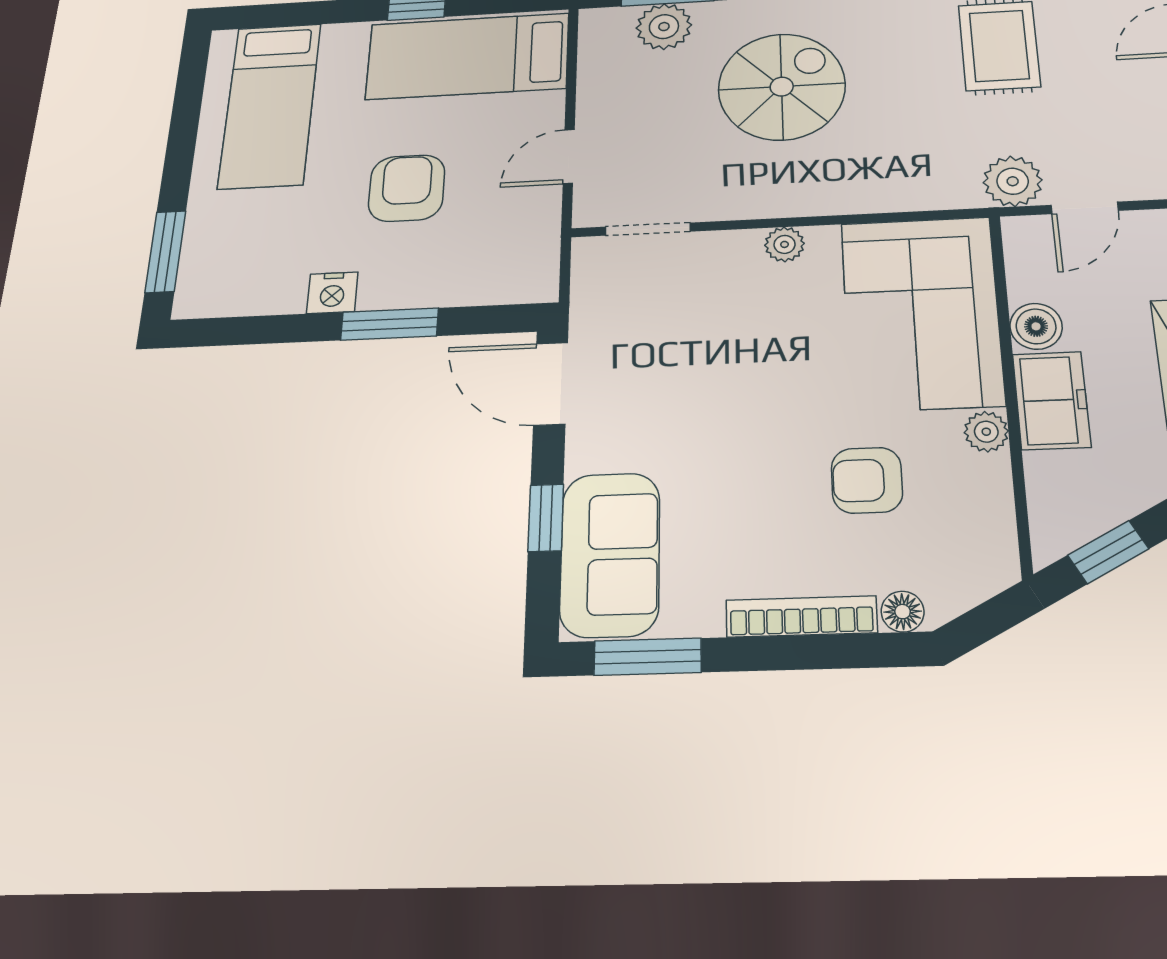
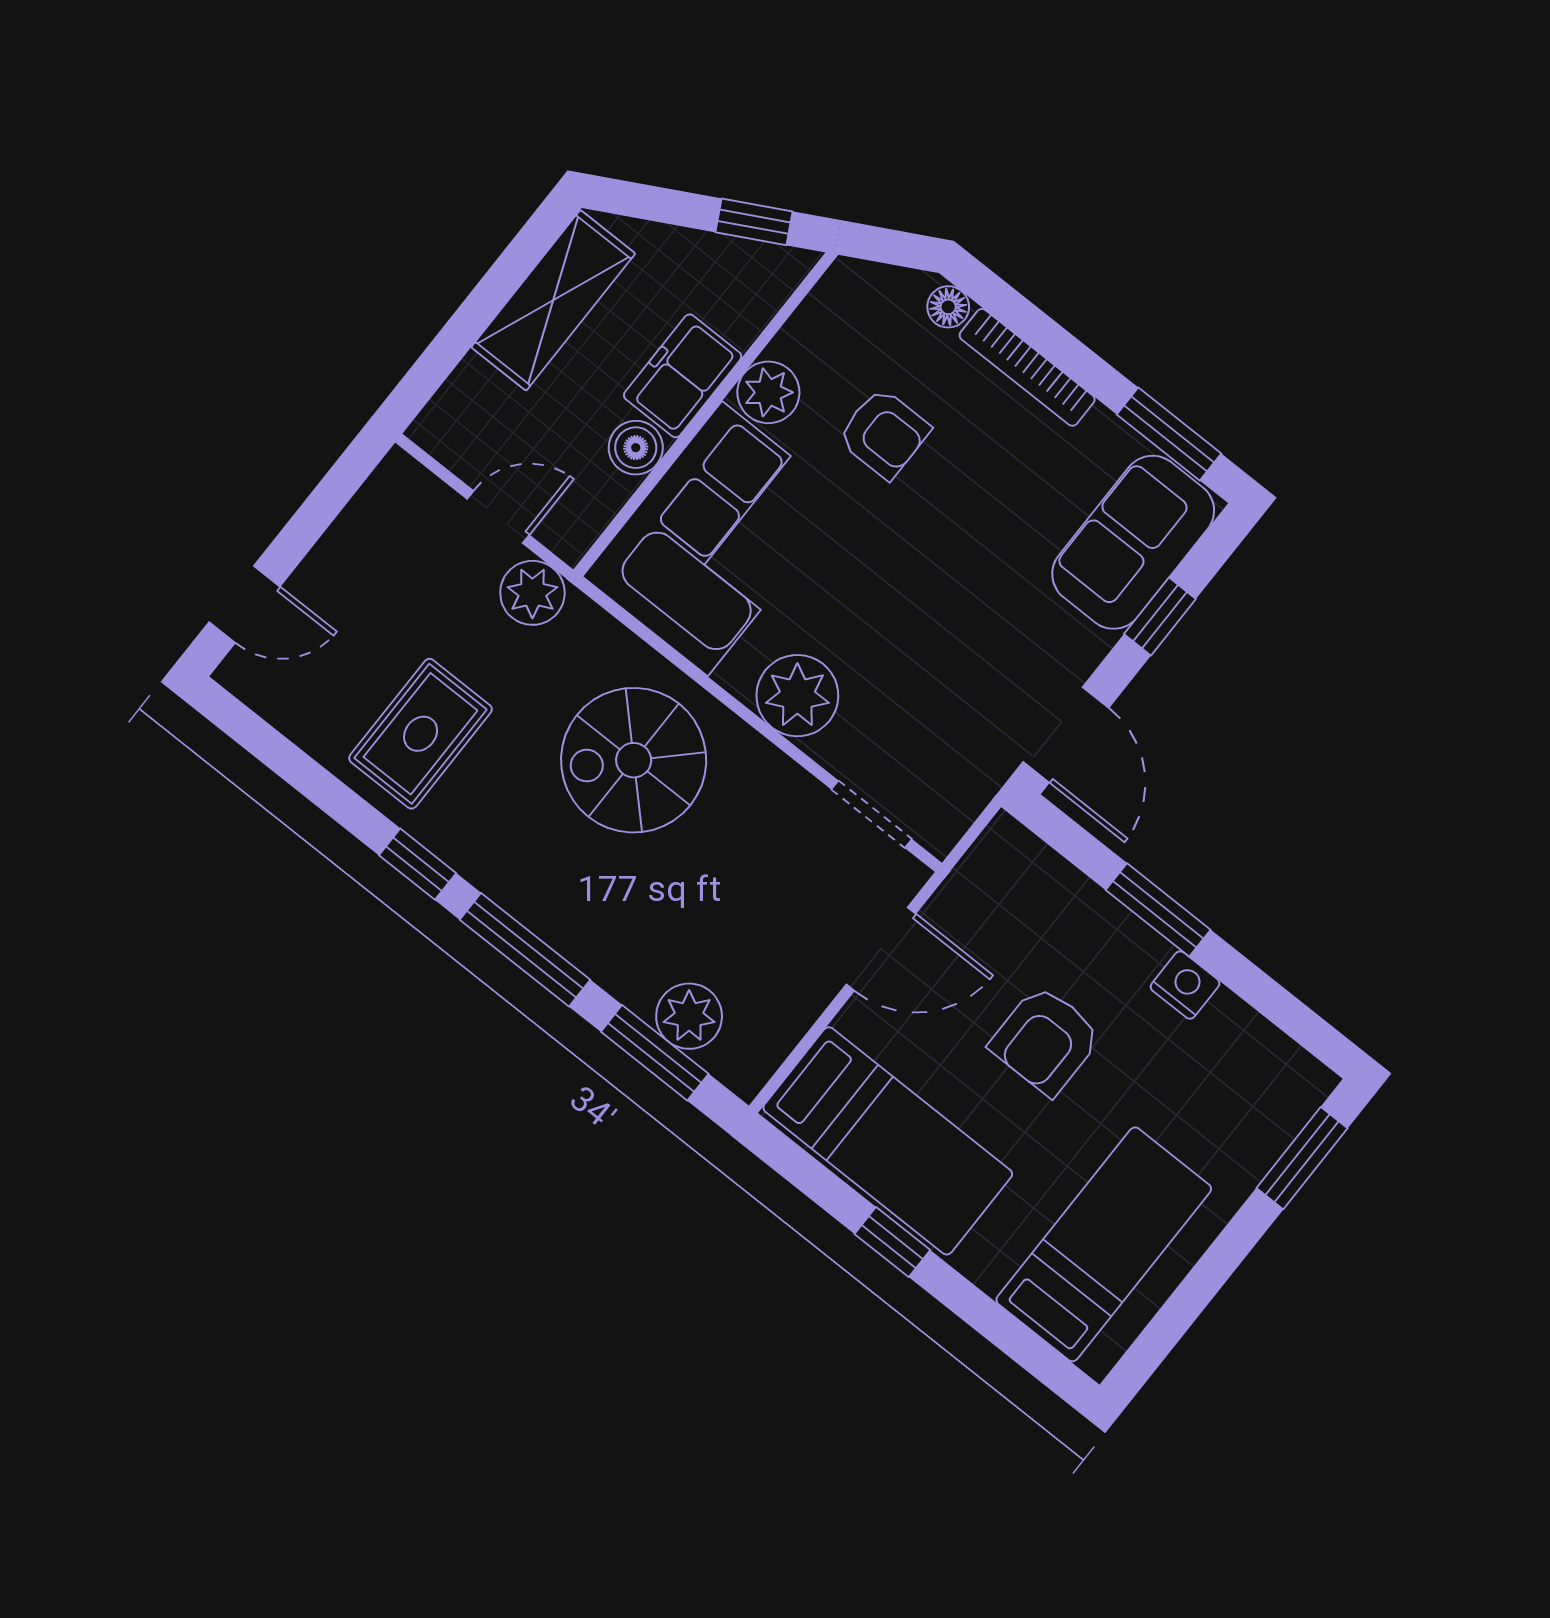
spiral stairs: (782, 87) -> (634, 760), moved
door: (569, 156) -> (881, 949), width x1.38
plant: (785, 244) -> (797, 696), width x1.88, depth x1.88
plant: (986, 432) -> (768, 392), width x1.38, depth x1.38

